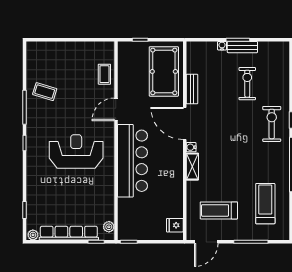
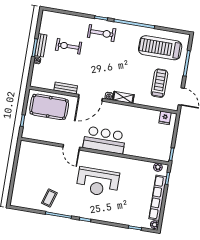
coffee table: (104, 74) -> (44, 151), removed
exercise bike: (272, 124) -> (102, 33), turned 180
reception desk: (76, 151) -> (98, 182), turned -90
bar counter: (132, 161) -> (104, 140), width x0.73
treadmill: (265, 204) -> (160, 48), width x1.37, depth x1.38
treadmill: (219, 210) -> (159, 83), turned 180

